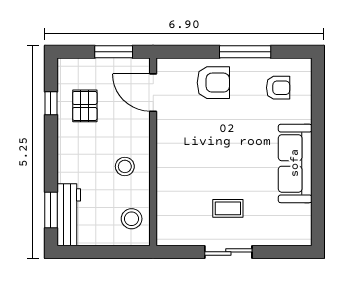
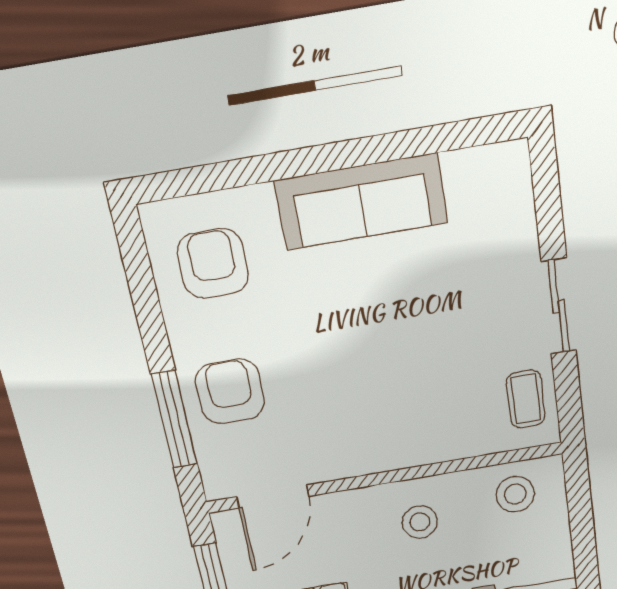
window: (245, 52) -> (174, 419), moved
armchair: (278, 88) -> (213, 264), width x1.38, depth x1.38
coffee table: (228, 208) -> (526, 399), moved

